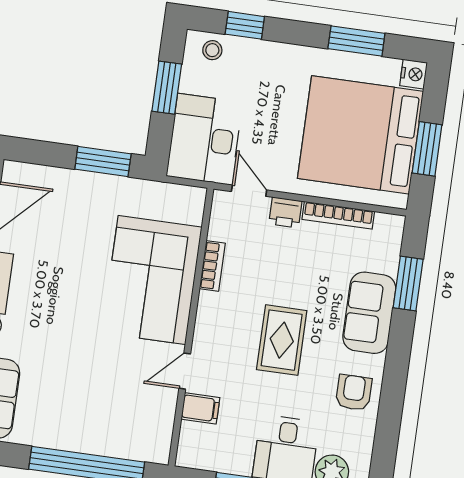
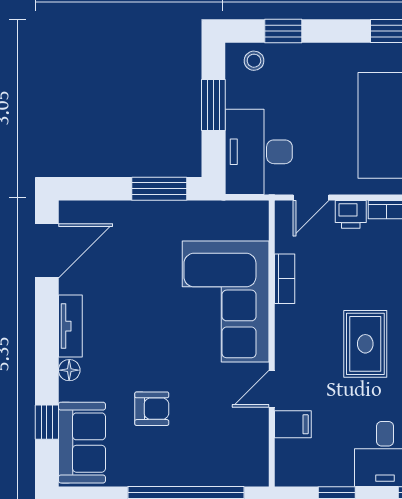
door: (249, 191) -> (311, 197), swing flipped
armchair: (66, 374) -> (152, 409), added

